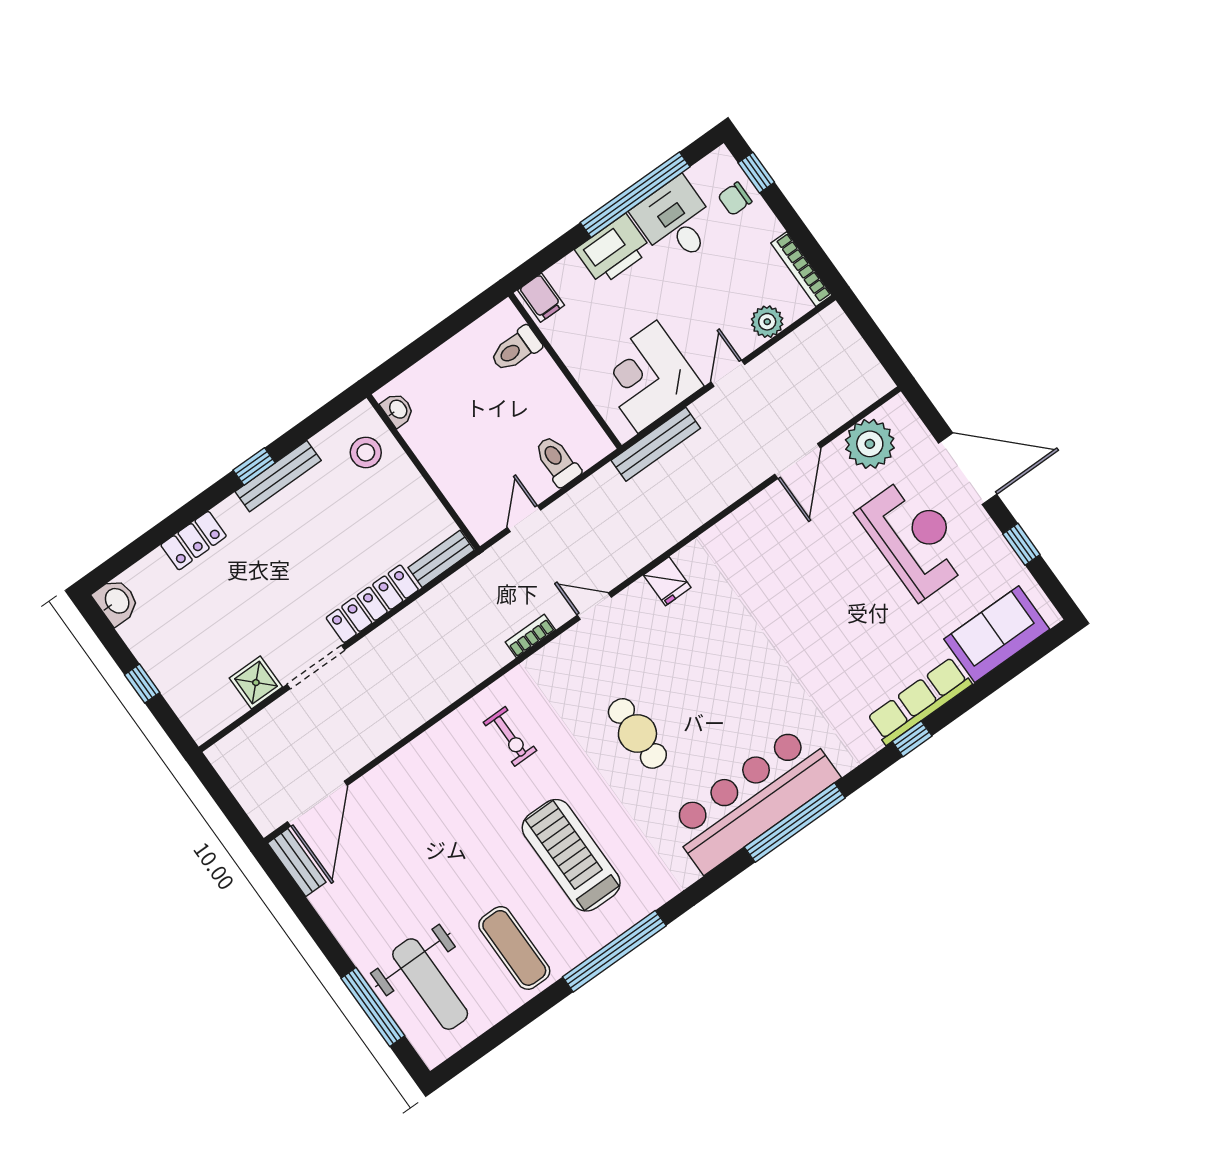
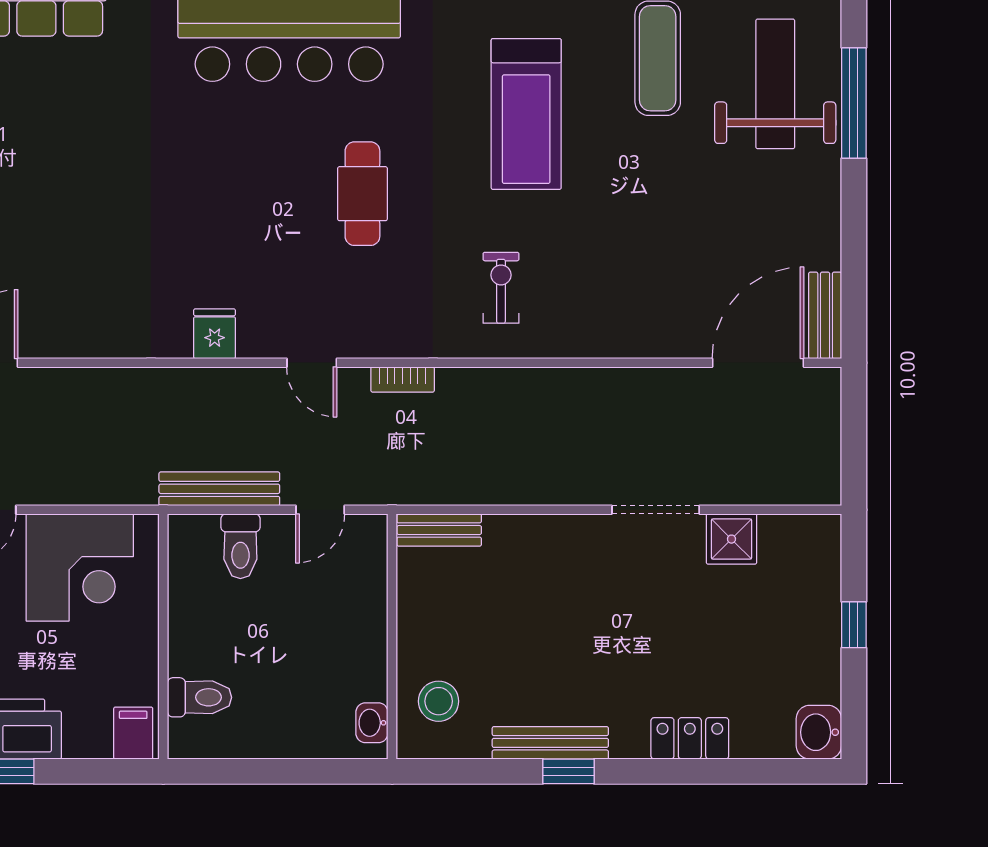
bench: (656, 444) -> (219, 489), moved
locker: (372, 604) -> (547, 535), removed

